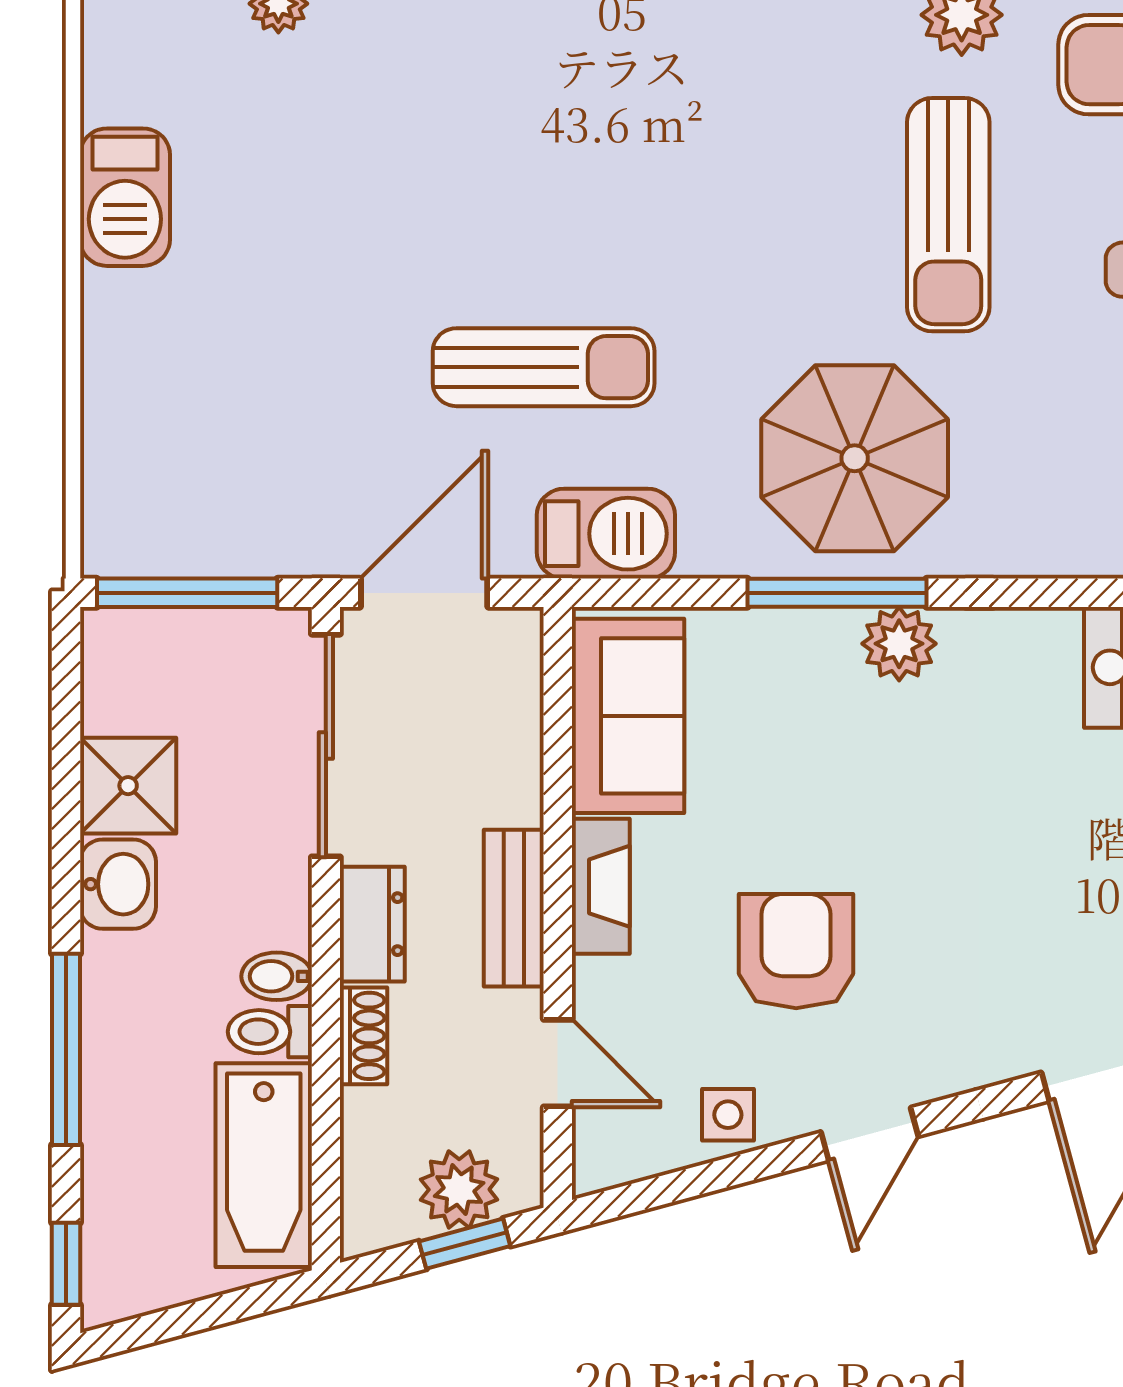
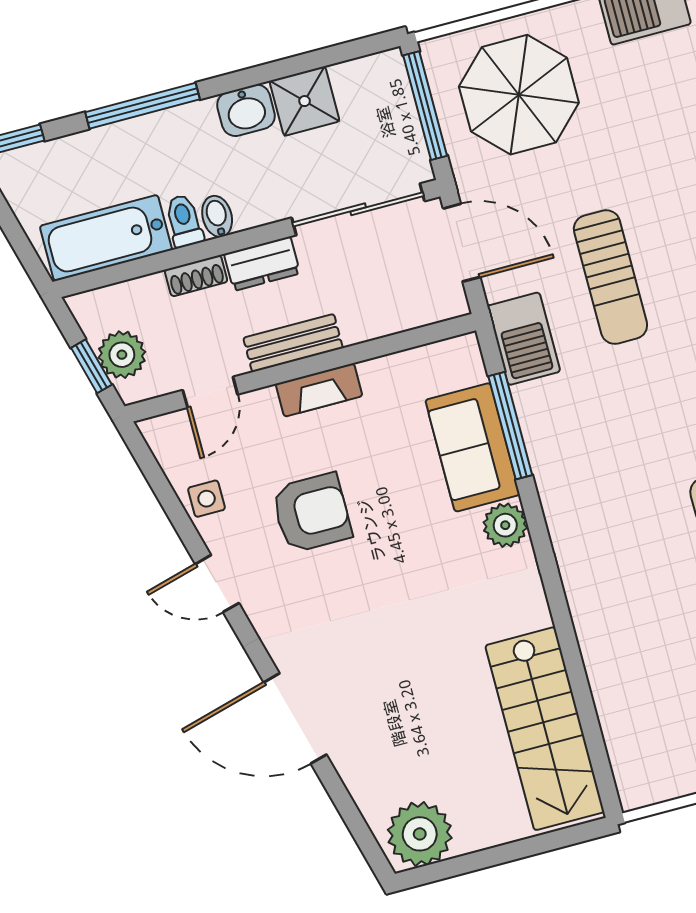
parasol: (855, 458) -> (519, 95), moved
window: (837, 593) -> (510, 426), moved
sofa: (628, 716) -> (473, 447), moved, turned 90

